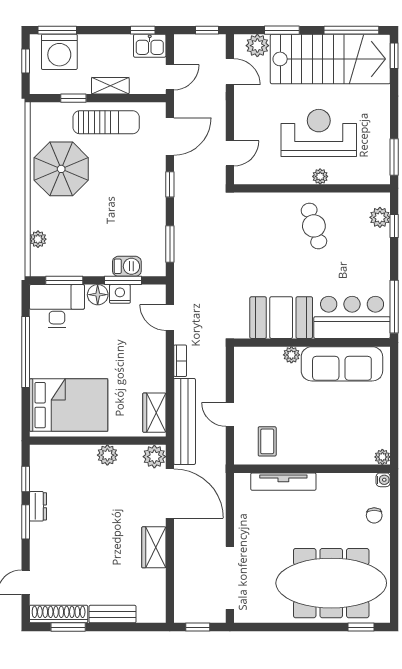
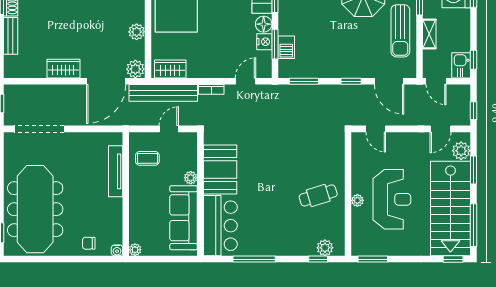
bar counter: (352, 317) -> (220, 226), moved
booth: (281, 318) -> (220, 170), moved
wall: (312, 343) -> (200, 194), moved
plant: (291, 355) -> (191, 178), moved
sofa: (342, 364) -> (184, 218), moved

